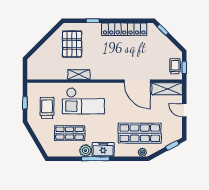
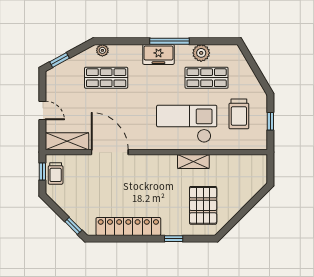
shop shelf: (140, 133) -> (106, 78), width x0.70, depth x0.74
plant: (85, 150) -> (201, 53), moved

